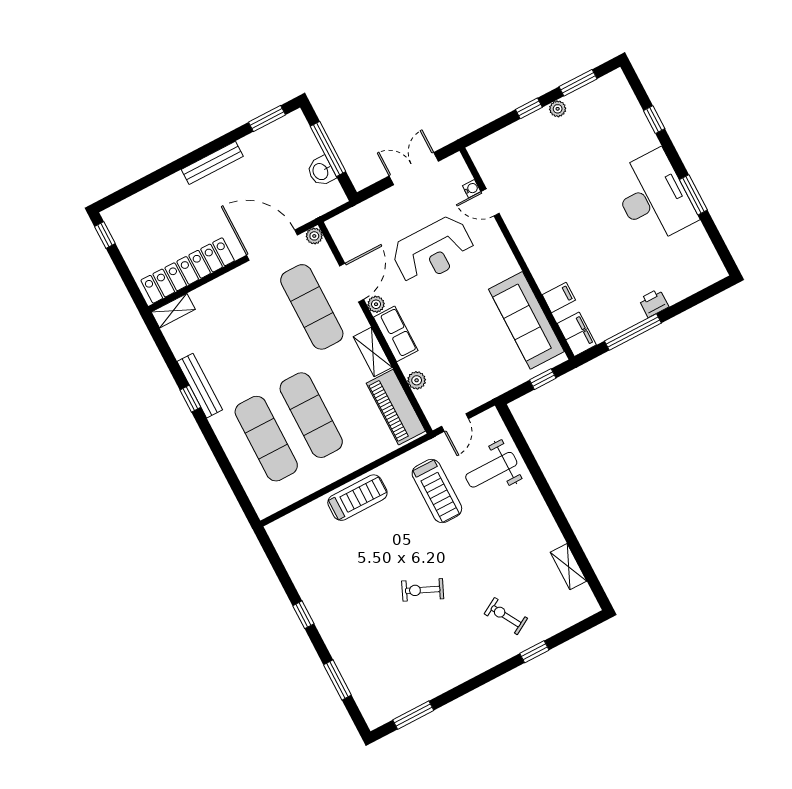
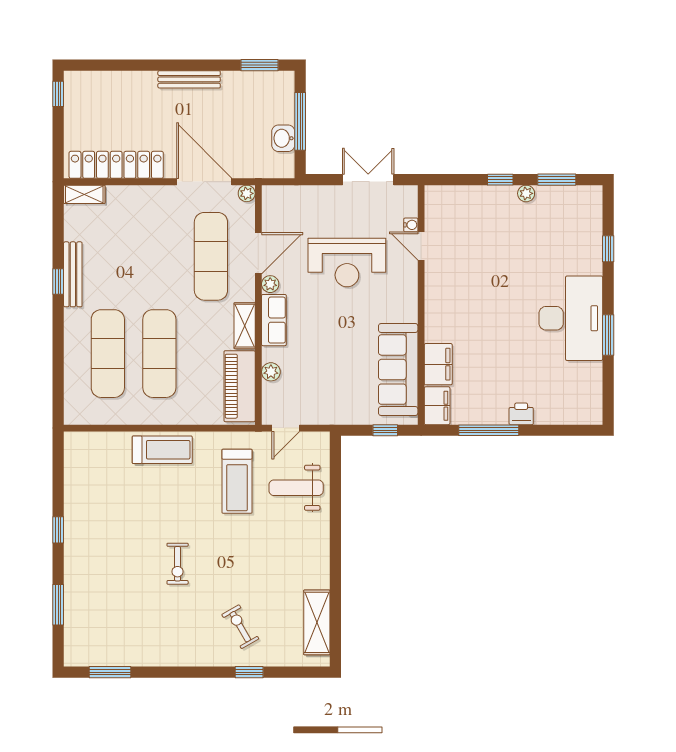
filing cabinet: (559, 297) -> (438, 364), width x2.00
shelving: (569, 567) -> (317, 622), width x1.50, depth x1.33
exercise bike: (423, 590) -> (178, 564), turned -114

